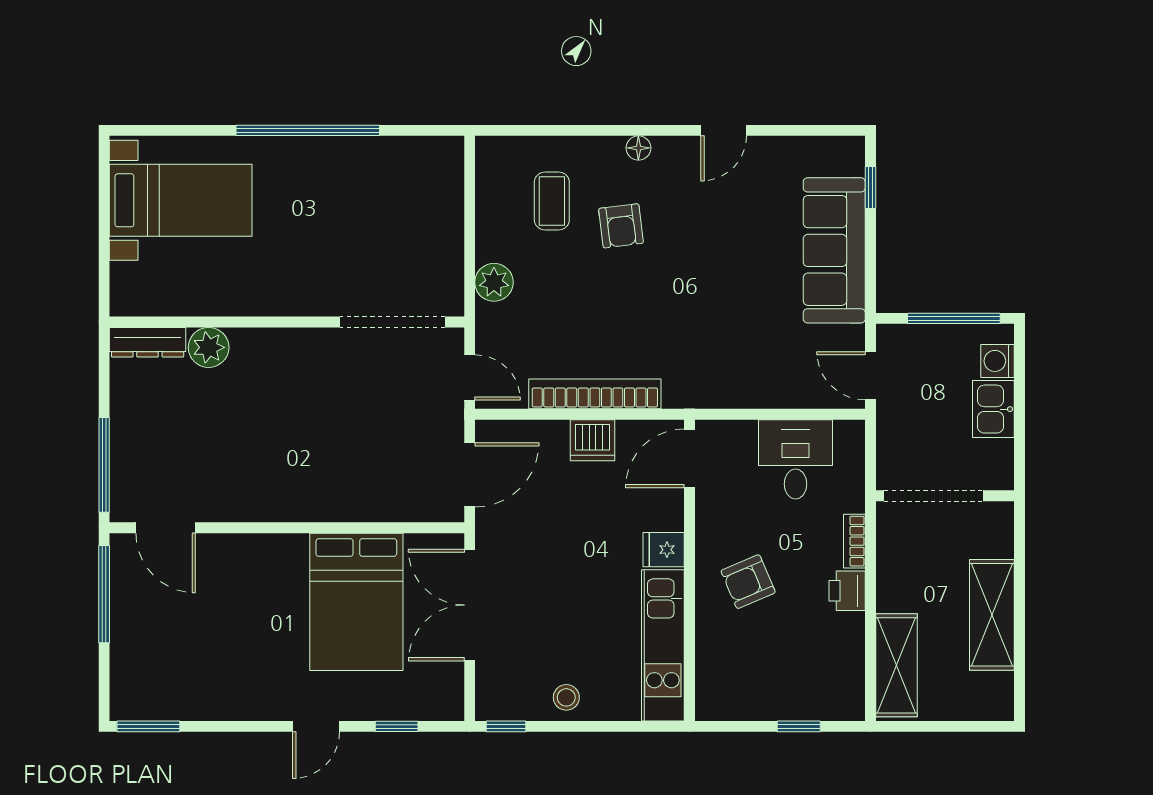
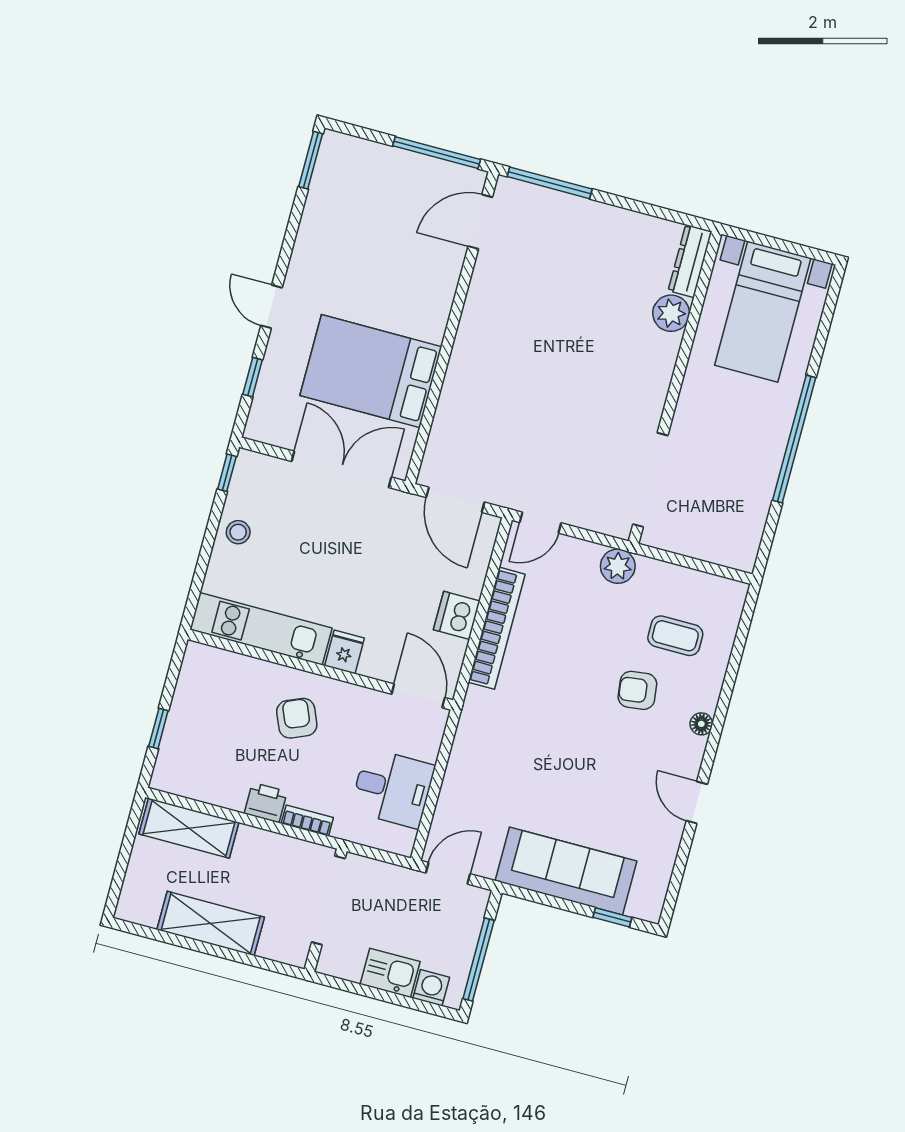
wall: (287, 322) -> (675, 388), moved
doorway: (392, 322) -> (650, 480), moved
dresser: (148, 342) -> (690, 261), moved
plant: (209, 347) -> (671, 313), moved

